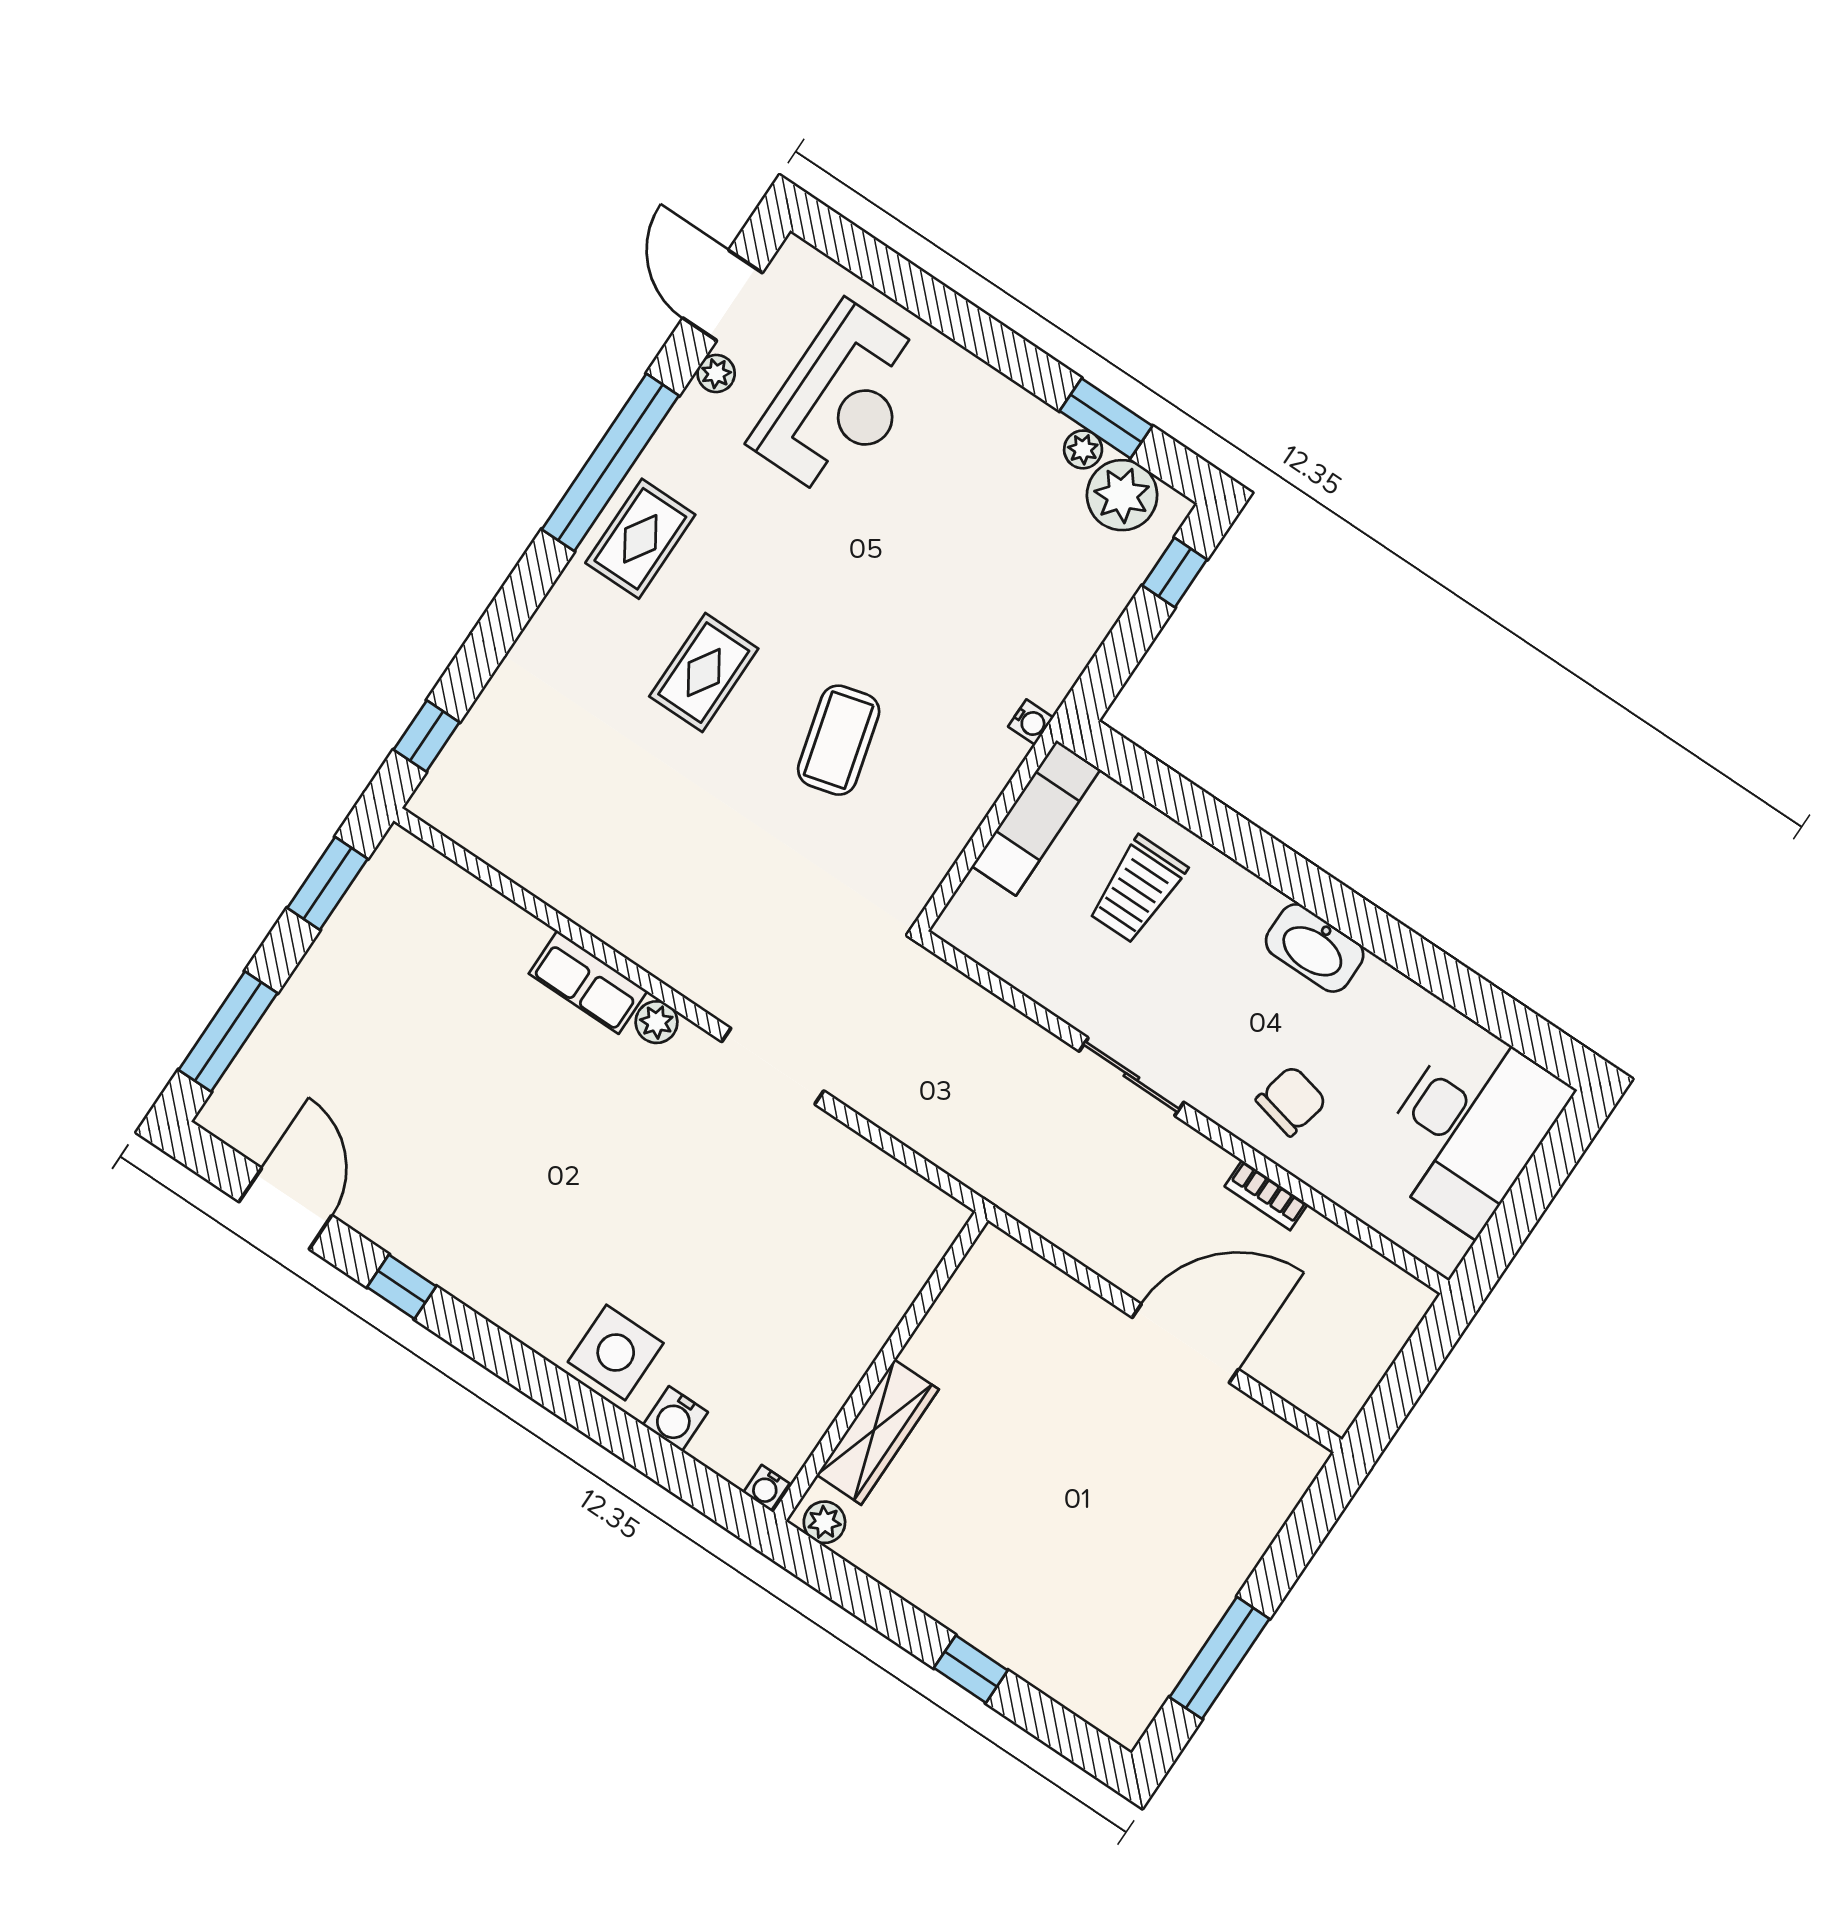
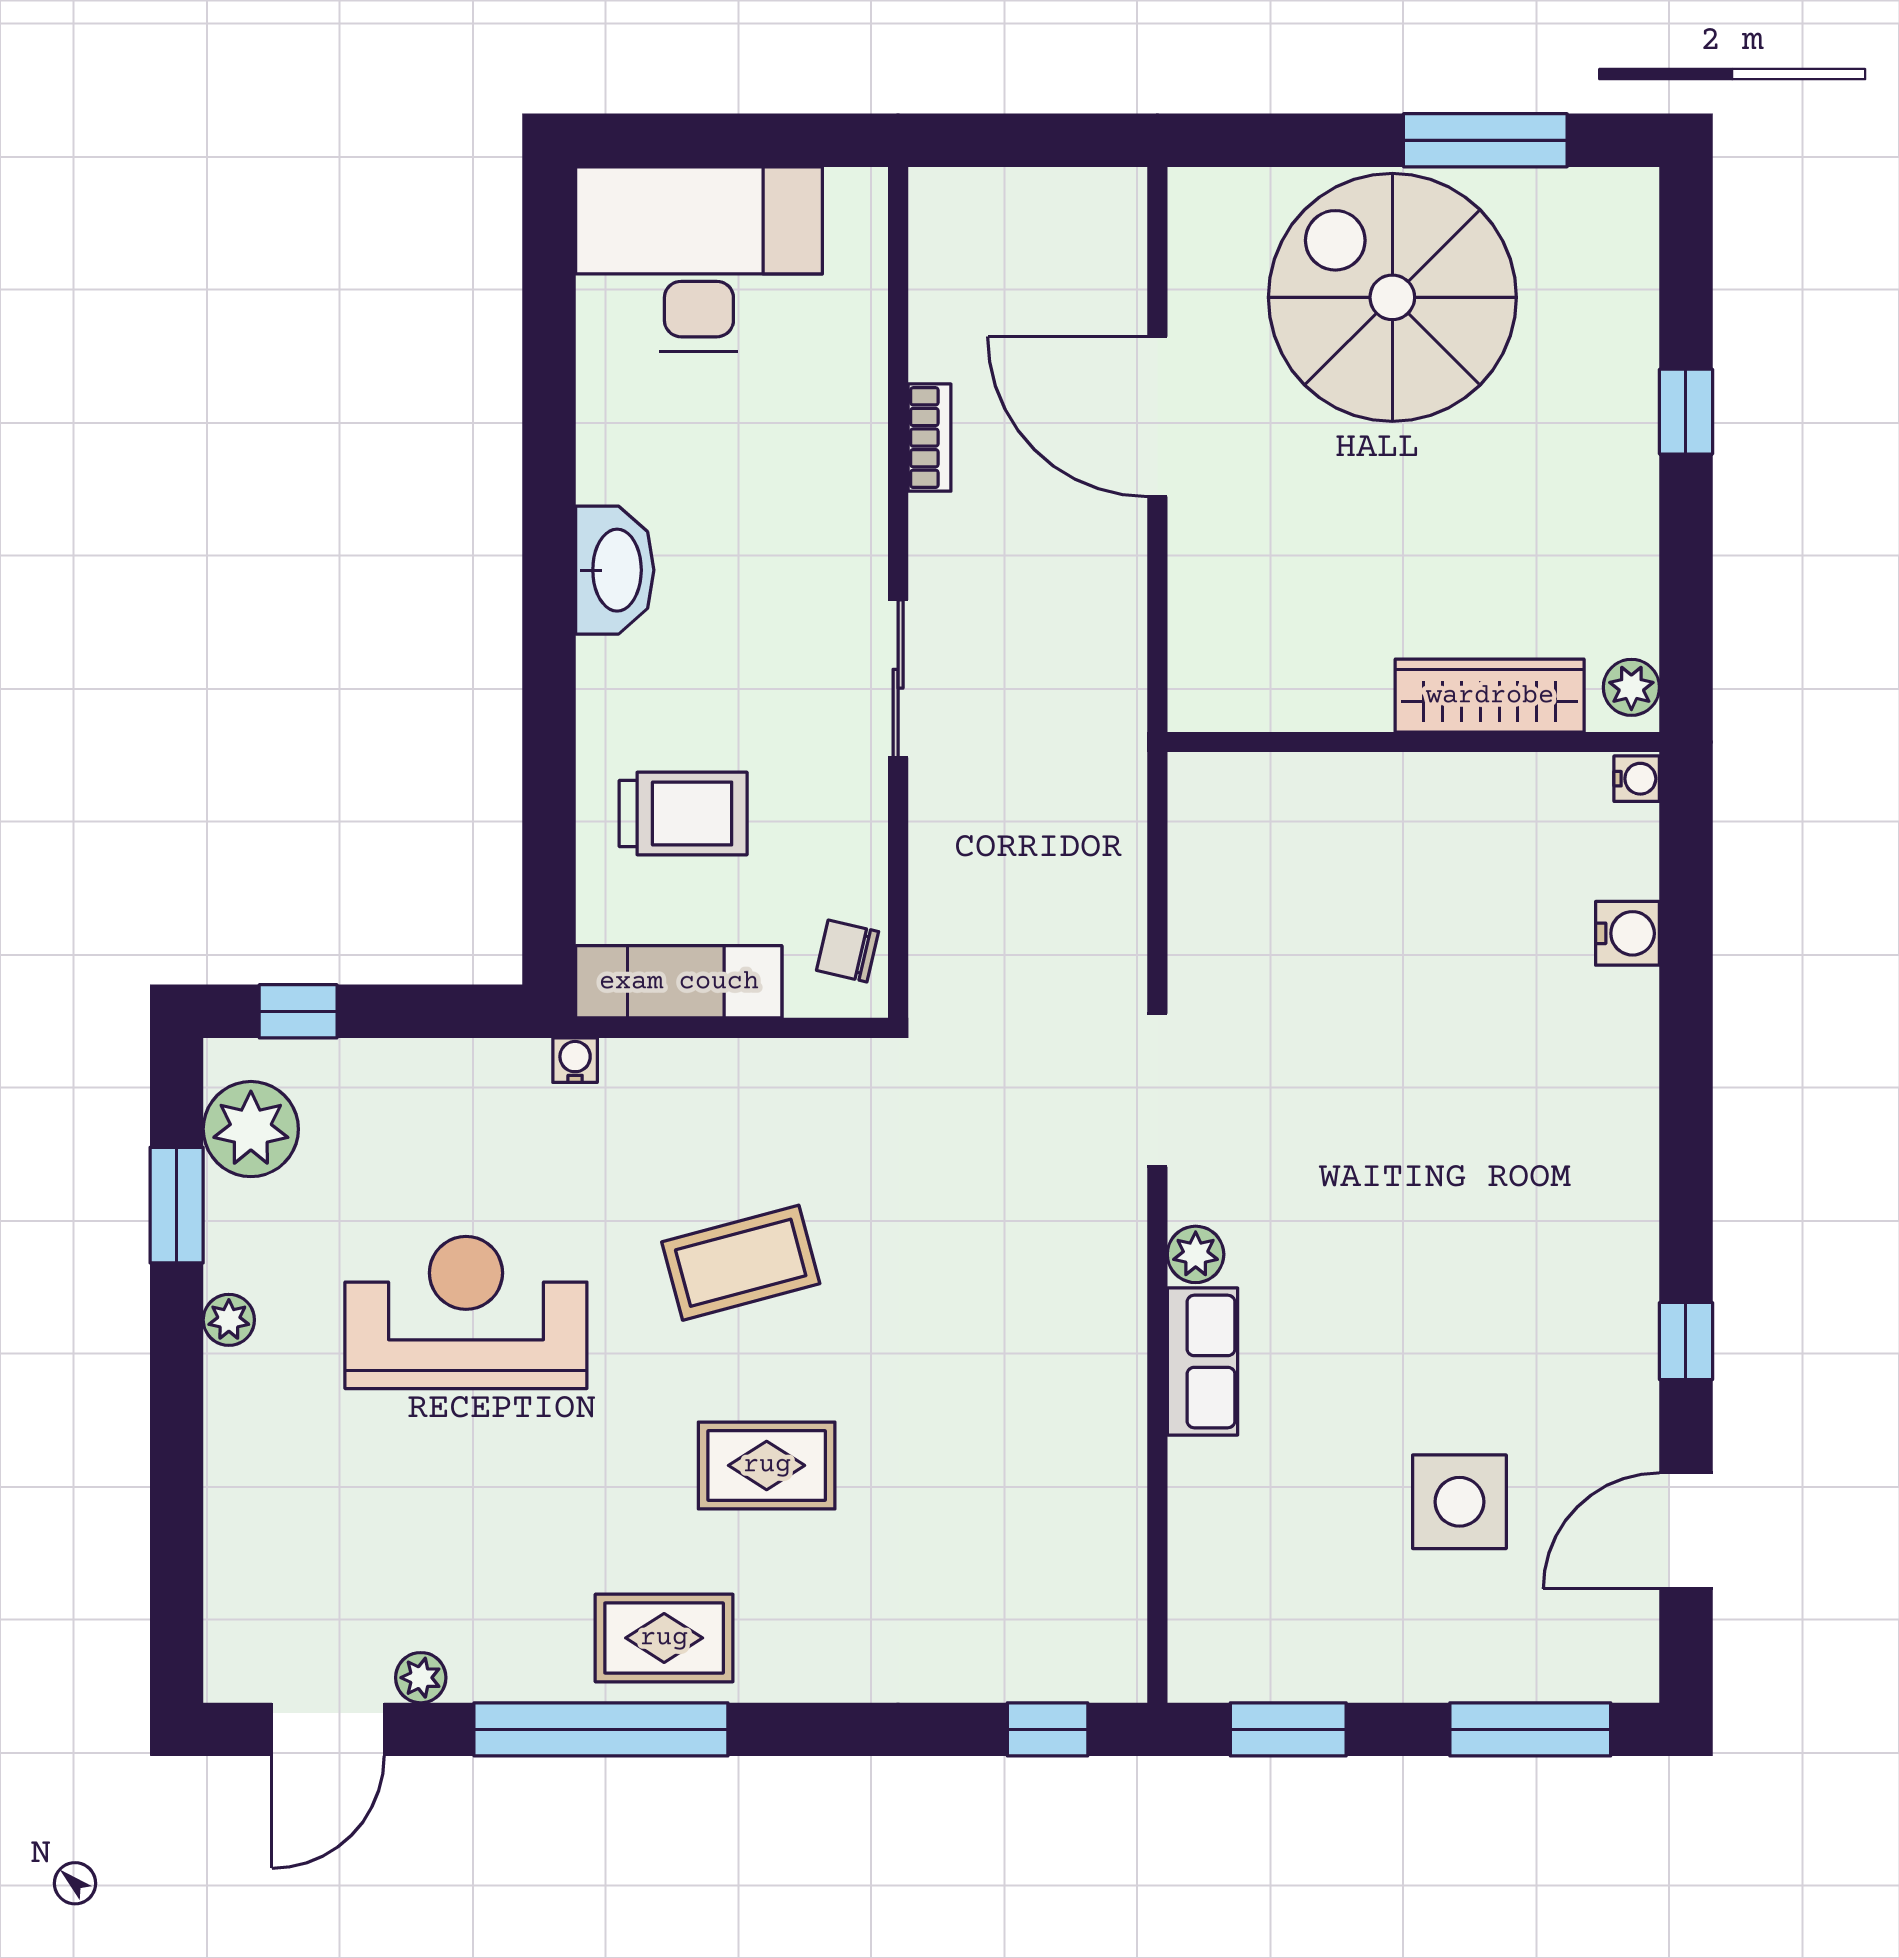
reception desk: (841, 401) -> (466, 1312), moved
plant: (1083, 449) -> (229, 1320), moved
chair: (1291, 1101) -> (848, 951), moved, width x0.73, depth x0.73
side table: (616, 1353) -> (1459, 1502), moved
spiral stairs: (1162, 1536) -> (1392, 297), added

